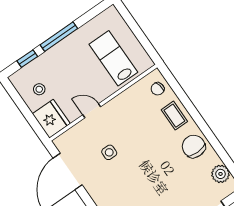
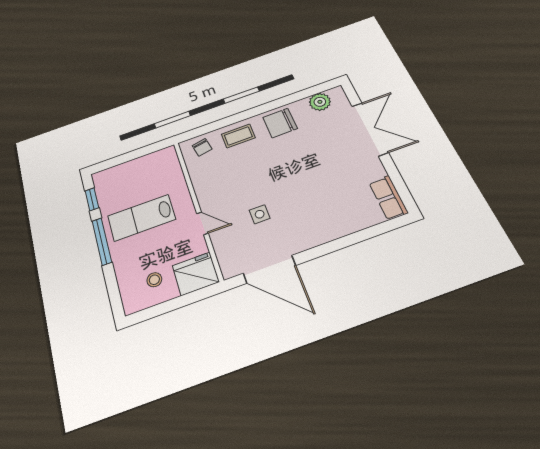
lab bench: (113, 58) -> (142, 218), moved
window: (27, 59) -> (92, 199), moved
door: (92, 111) -> (202, 223), swing flipped

